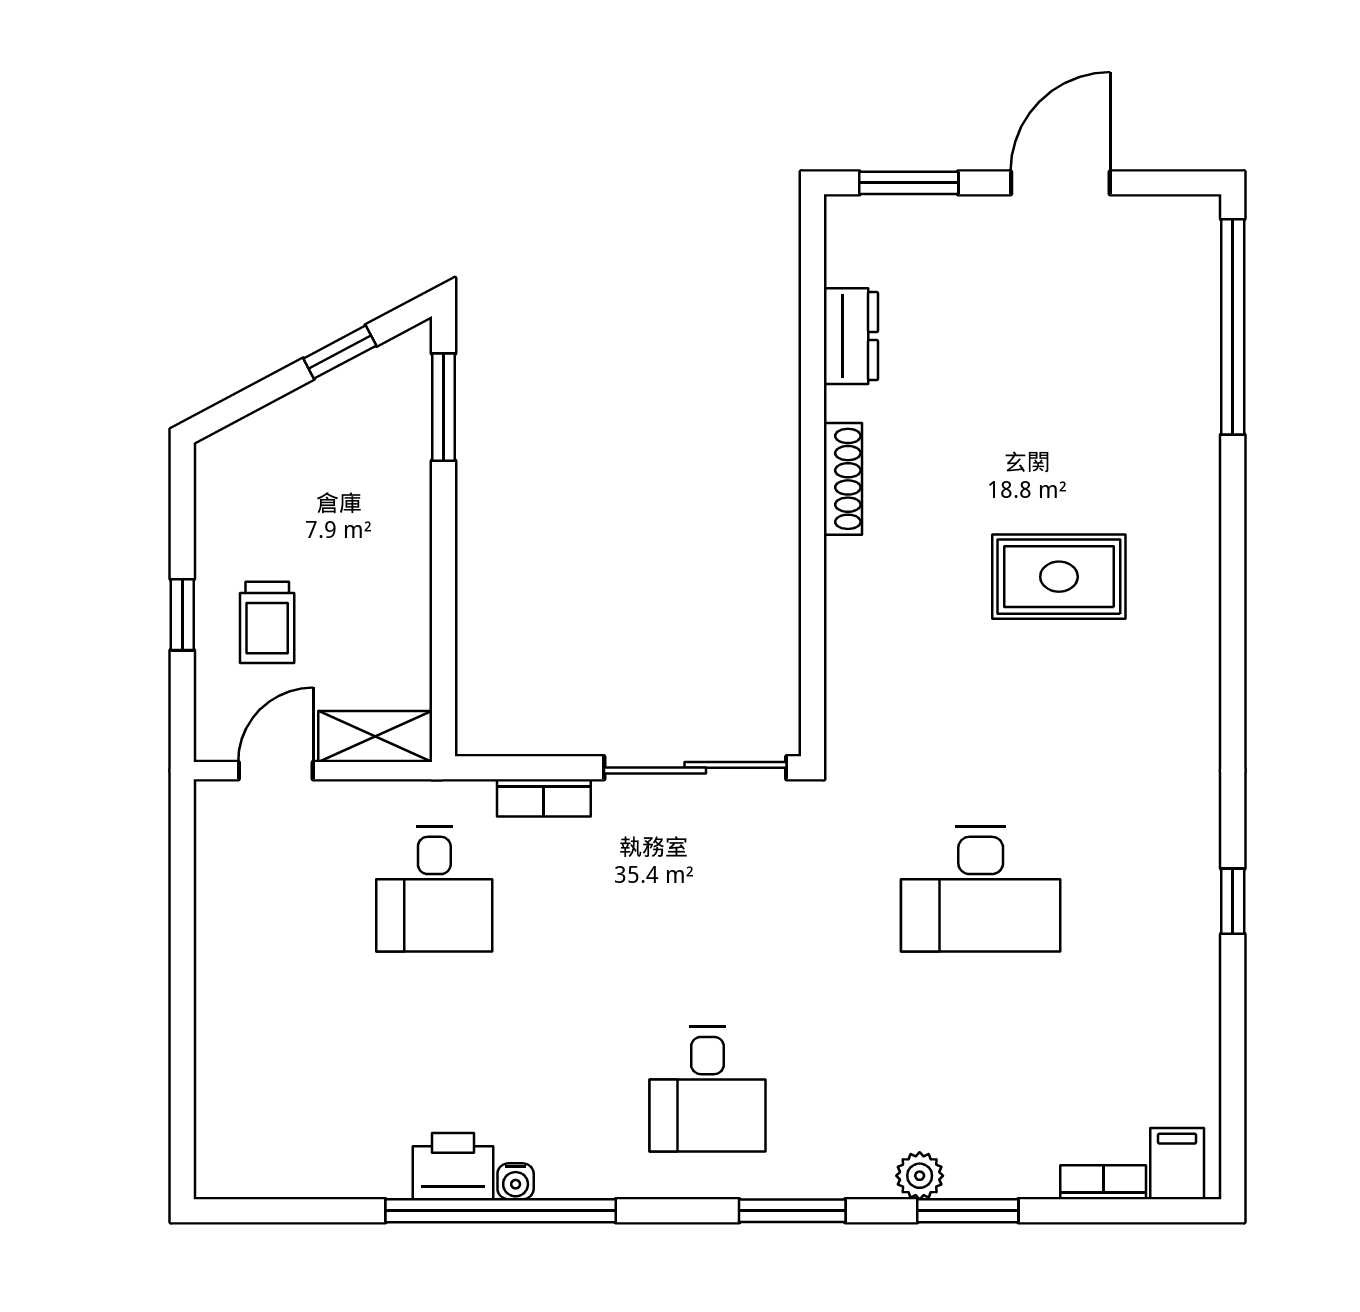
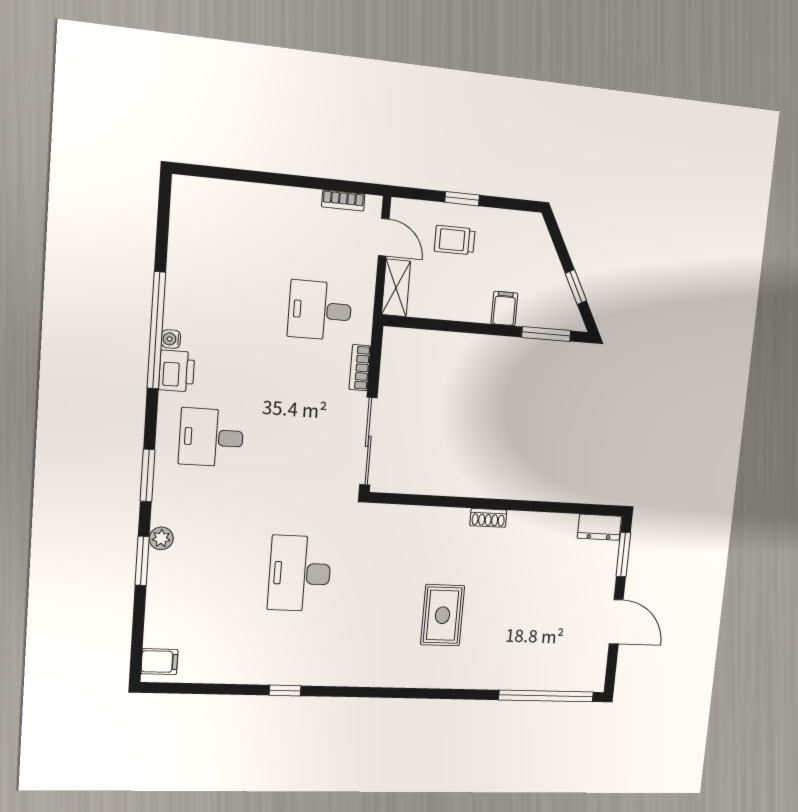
dresser: (851, 336) -> (599, 527), moved
shoe rack: (843, 479) -> (488, 518), width x0.70
filing cabinet: (398, 503) -> (504, 308), added
printer: (453, 1166) -> (177, 371), moved
bookcase: (1103, 1182) -> (343, 200), moved, turned 90

